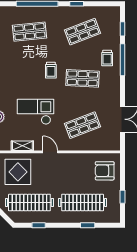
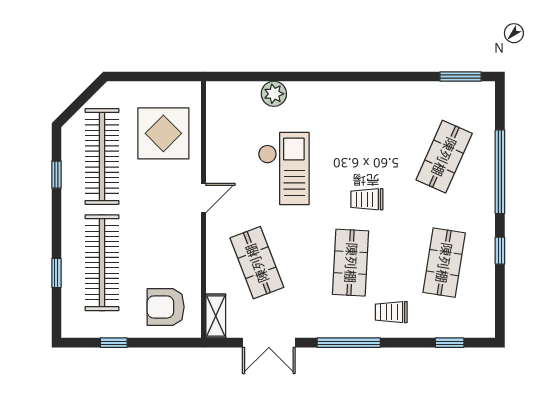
shop shelf: (30, 32) -> (444, 157), turned 30
shop shelf: (82, 32) -> (444, 263), turned 30
window: (122, 60) -> (349, 343), moved
shelving: (22, 146) -> (216, 316), moved
armchair: (105, 171) -> (166, 307), turned -90

